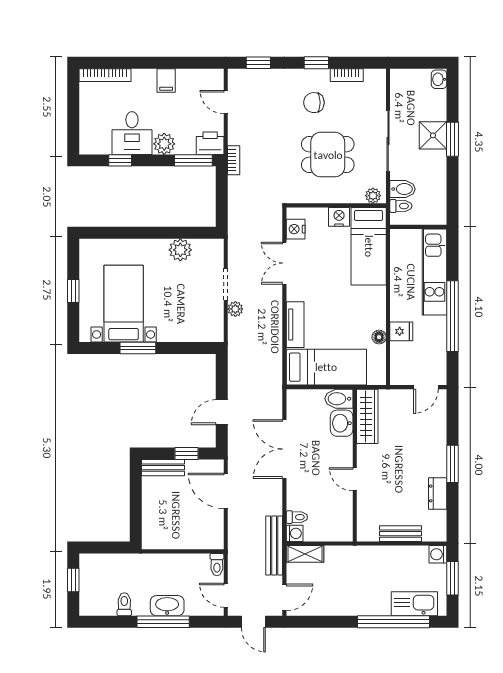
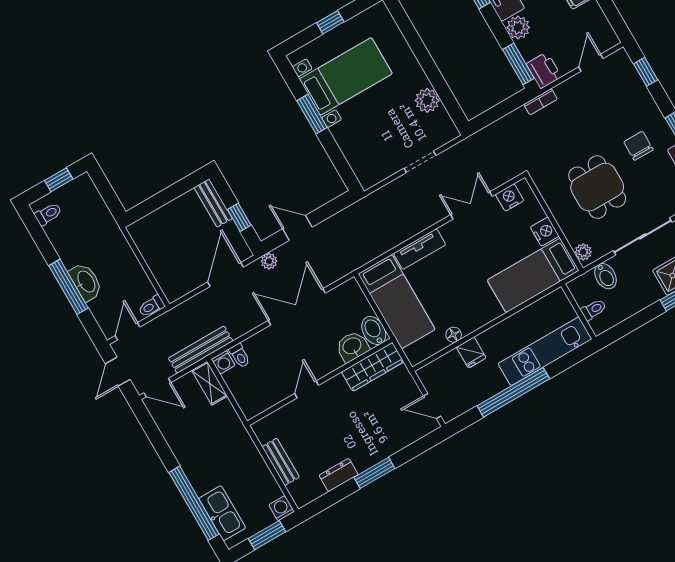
toilet: (401, 206) -> (594, 310), moved, turned -90
plant: (235, 309) -> (269, 261), moved
toilet: (124, 604) -> (48, 214), moved

